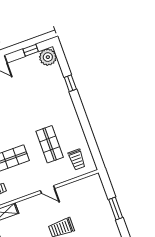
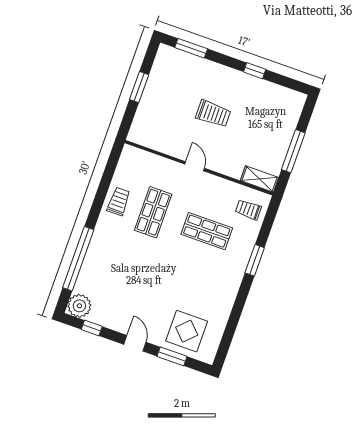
window: (70, 83) -> (78, 259), width x3.17
trolley: (77, 160) -> (119, 201), moved

